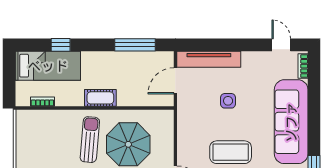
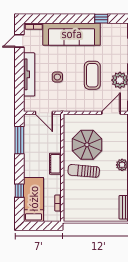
tv unit: (209, 59) -> (29, 74), moved

